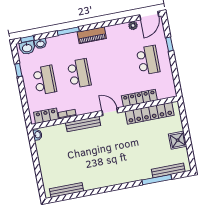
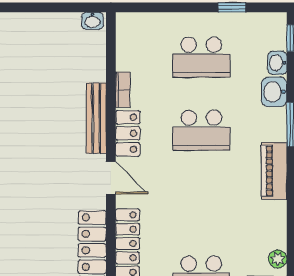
washbasin: (27, 48) -> (274, 92), moved
door: (110, 112) -> (111, 178), hinge flipped
locker: (46, 116) -> (128, 133), moved

